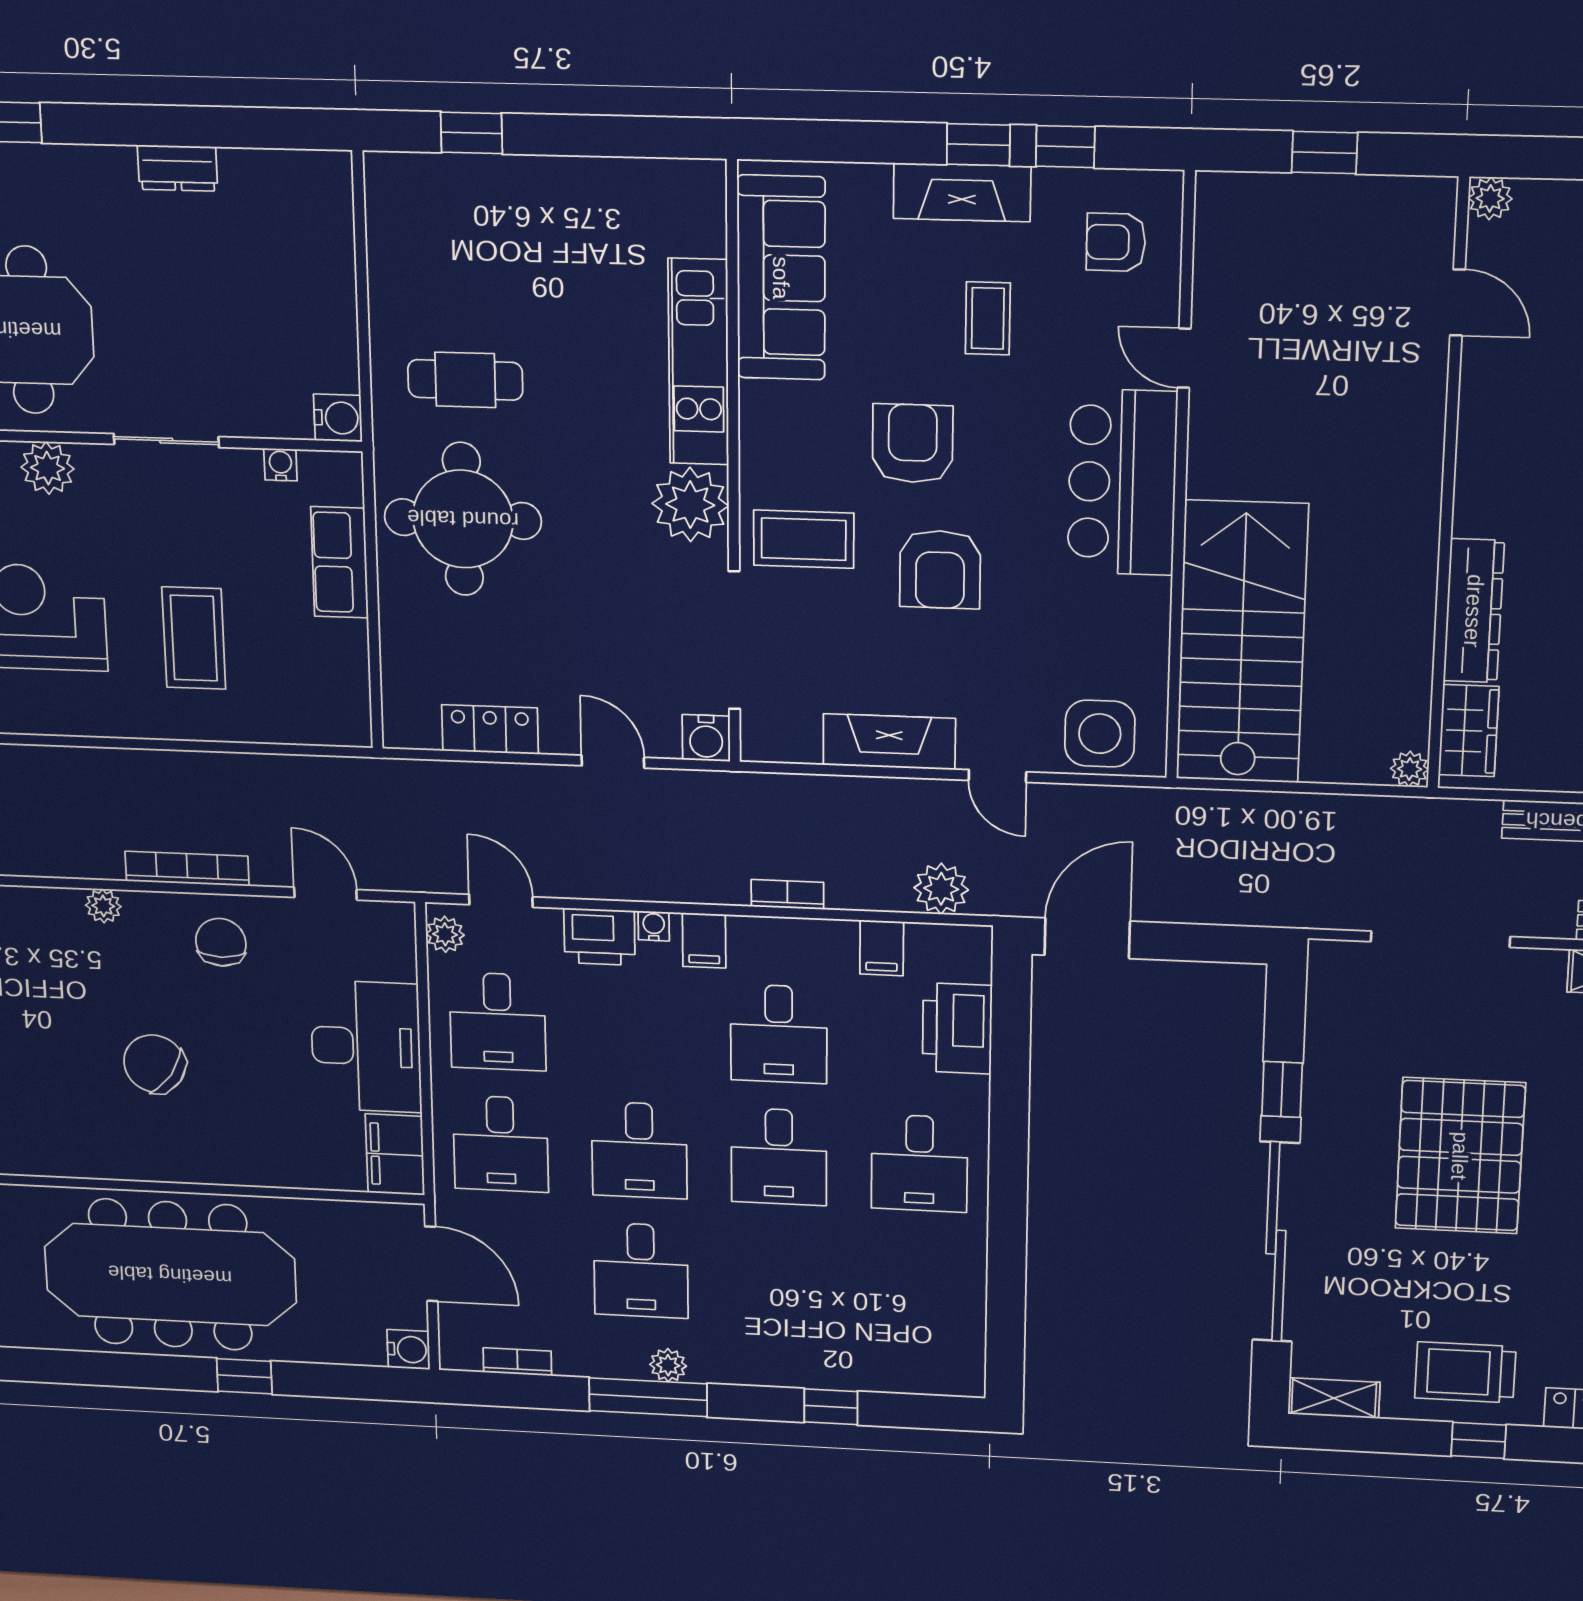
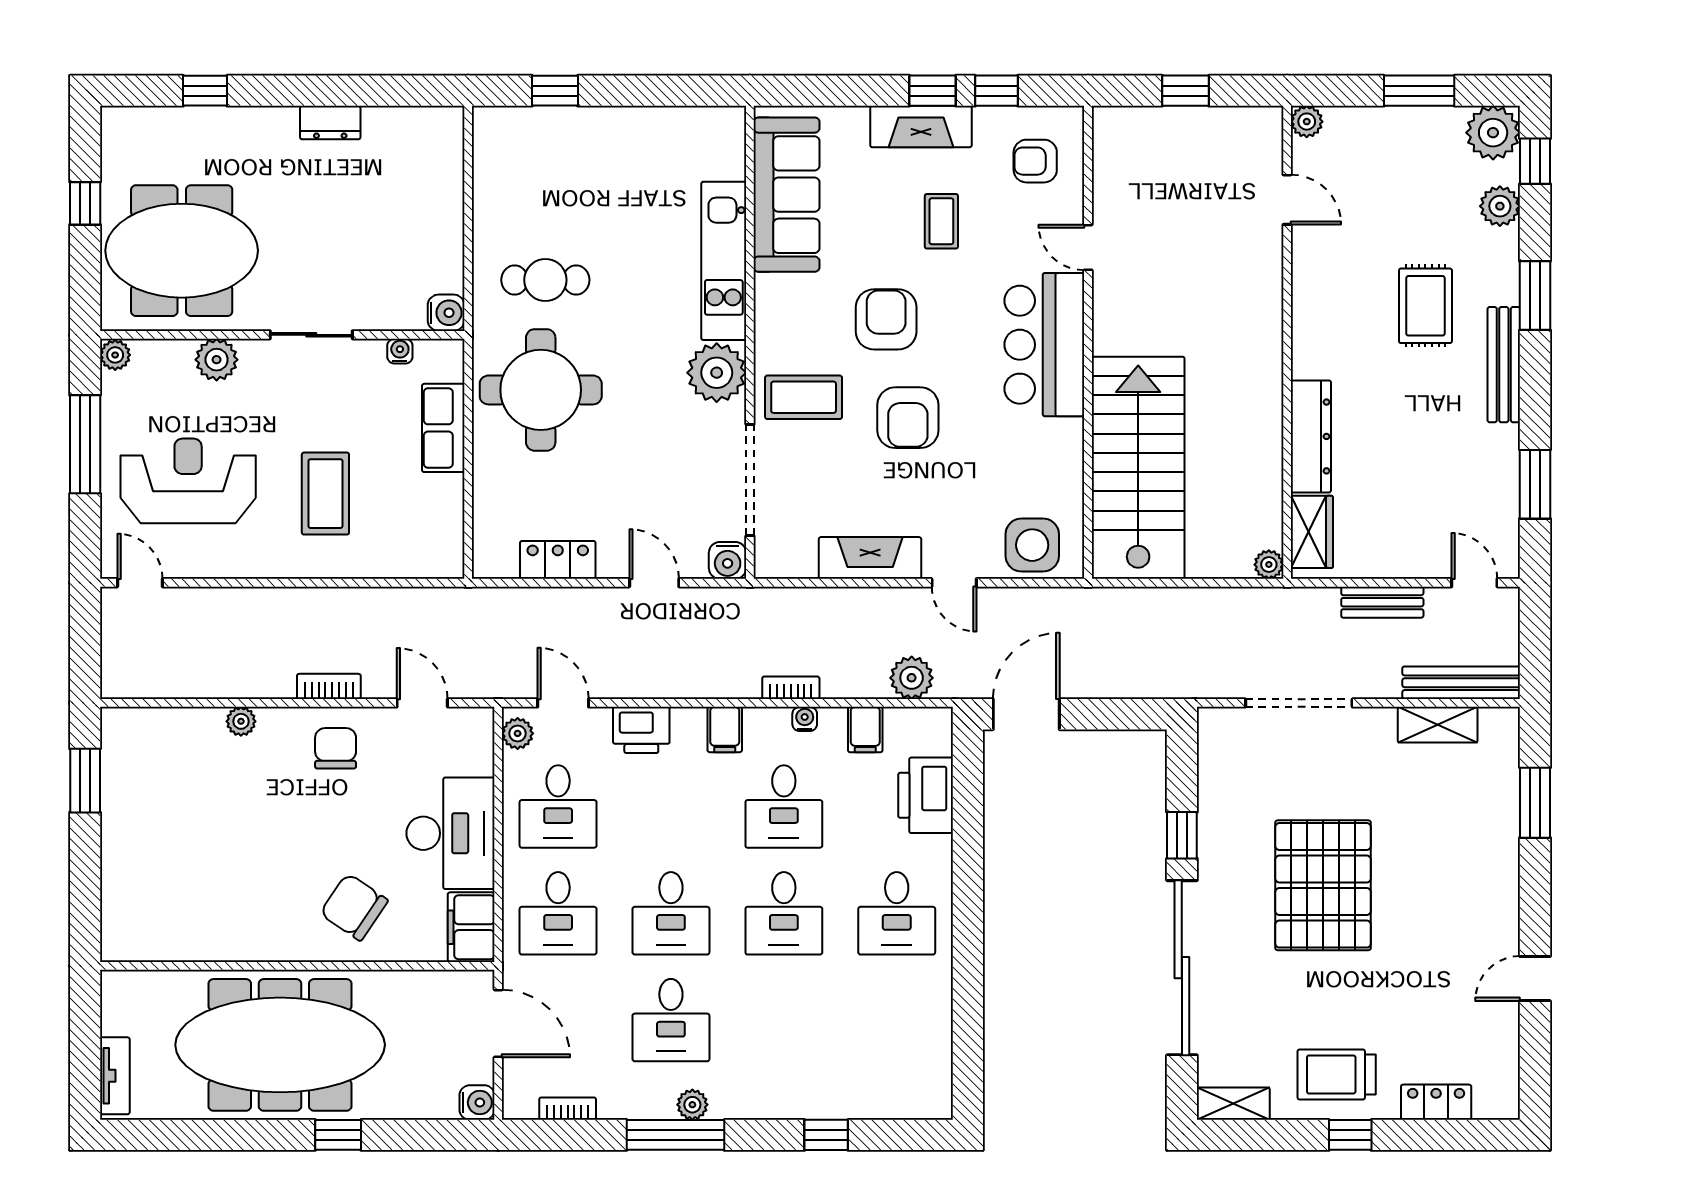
bookcase: (187, 869) -> (329, 686), width x0.64
water cooler: (654, 926) -> (805, 719), moved
chair: (155, 1064) -> (354, 907), moved

